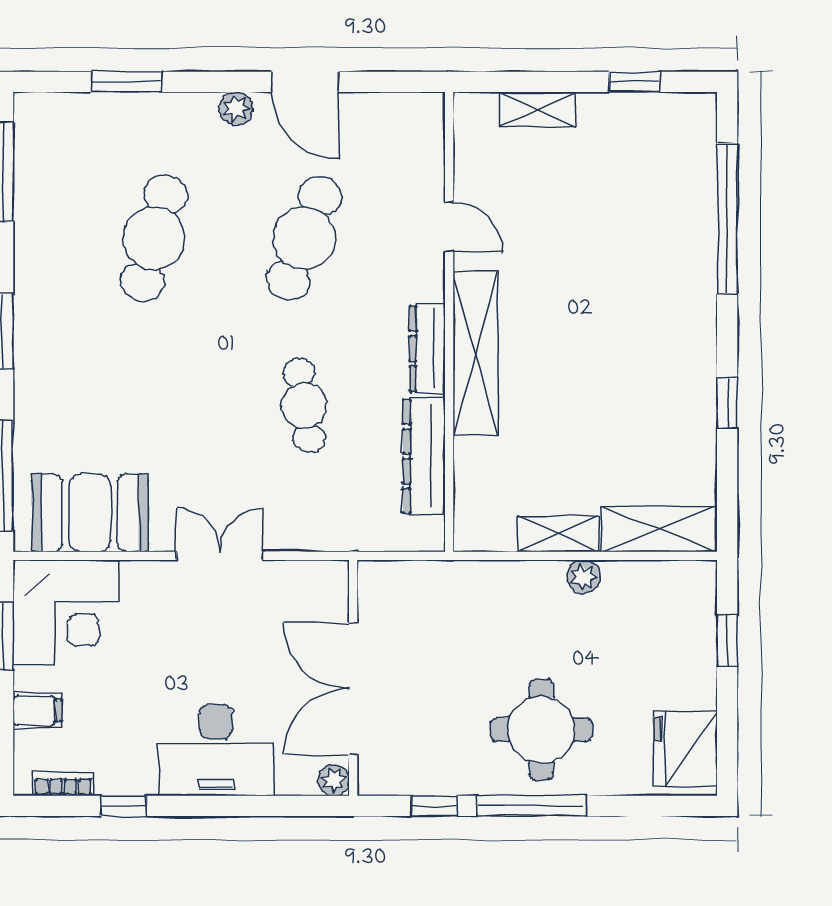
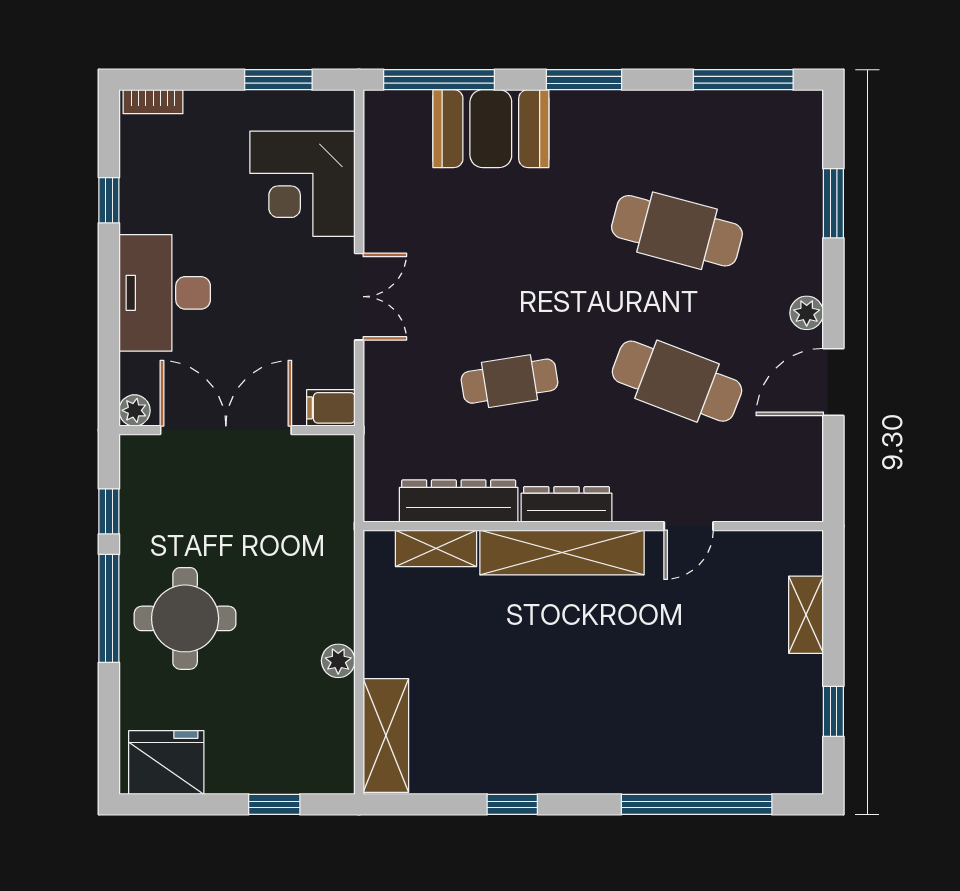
booth: (90, 513) -> (491, 129), moved, turned 90
shelving: (558, 534) -> (436, 548), moved, turned 90
corner desk: (66, 612) -> (302, 184), moved
filing cabinet: (37, 710) -> (331, 408), moved, turned 90
bookcase: (63, 784) -> (153, 102), moved, turned 90

